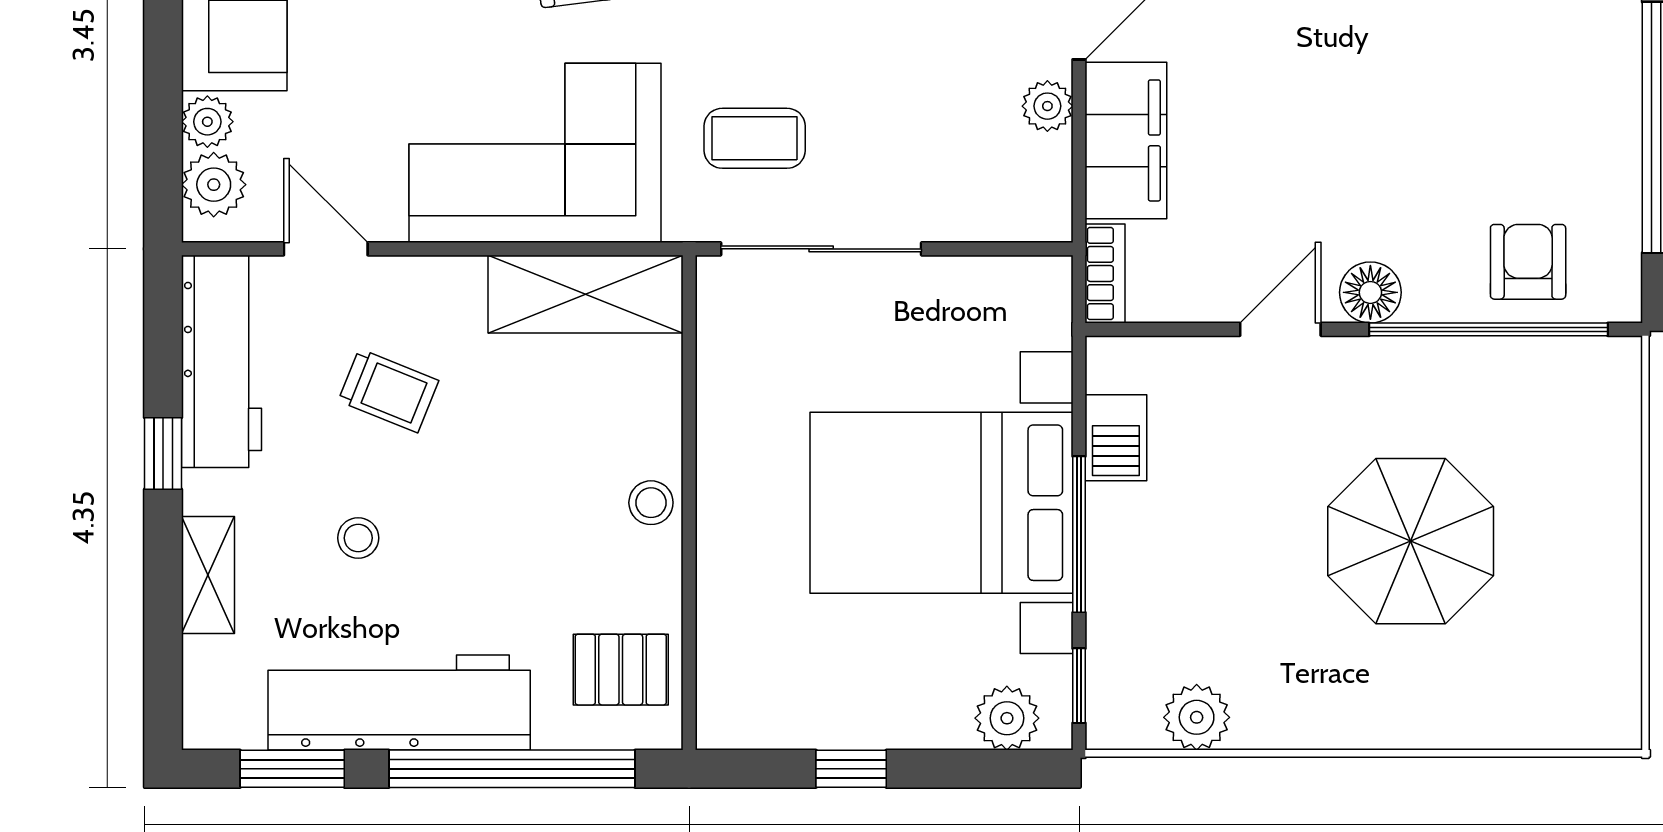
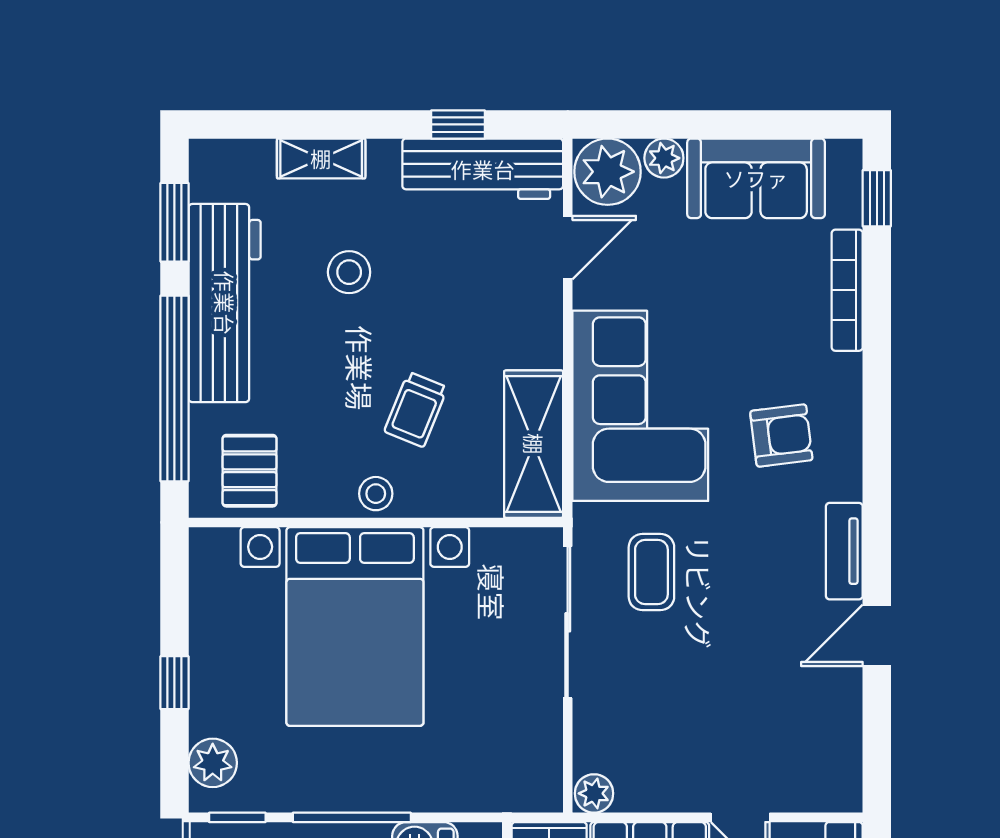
plant: (1047, 106) -> (594, 793), moved
plant: (214, 185) -> (608, 172), width x1.36, depth x1.36
trolley: (388, 391) -> (416, 410), moved
window: (163, 453) -> (458, 124), moved
bed with nightstands: (942, 503) -> (355, 626), moved, turned 180
stool: (358, 538) -> (349, 272), width x1.37, depth x1.37
window: (851, 769) -> (174, 683), moved

